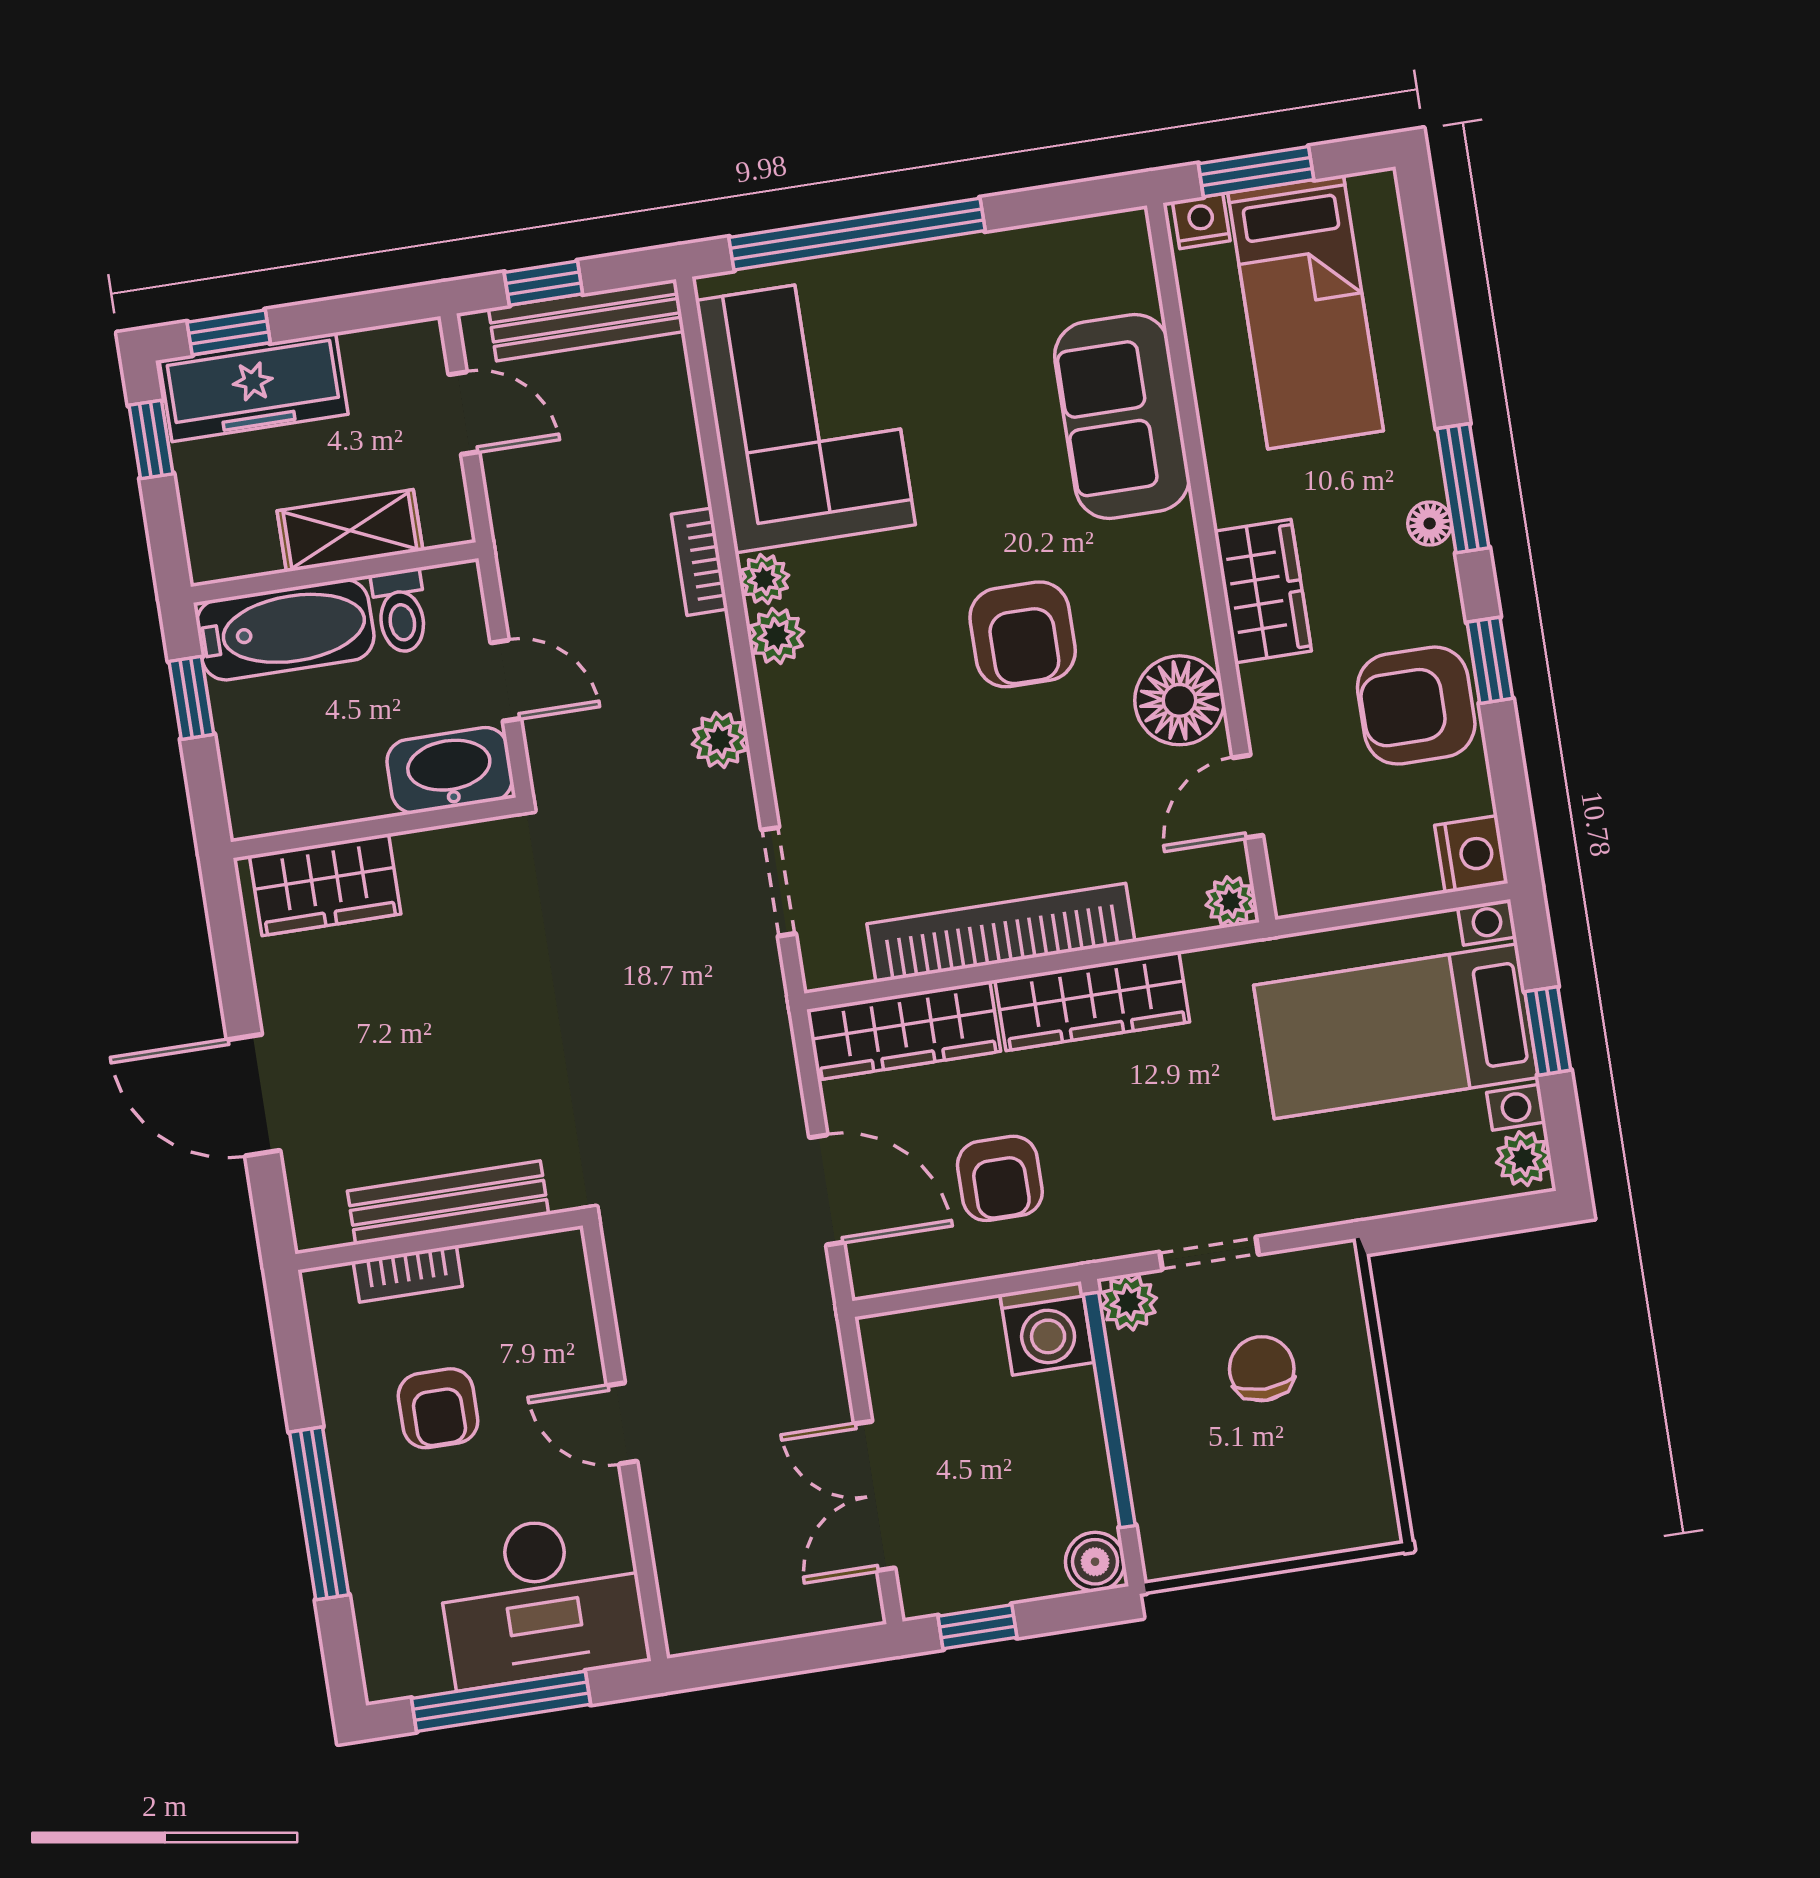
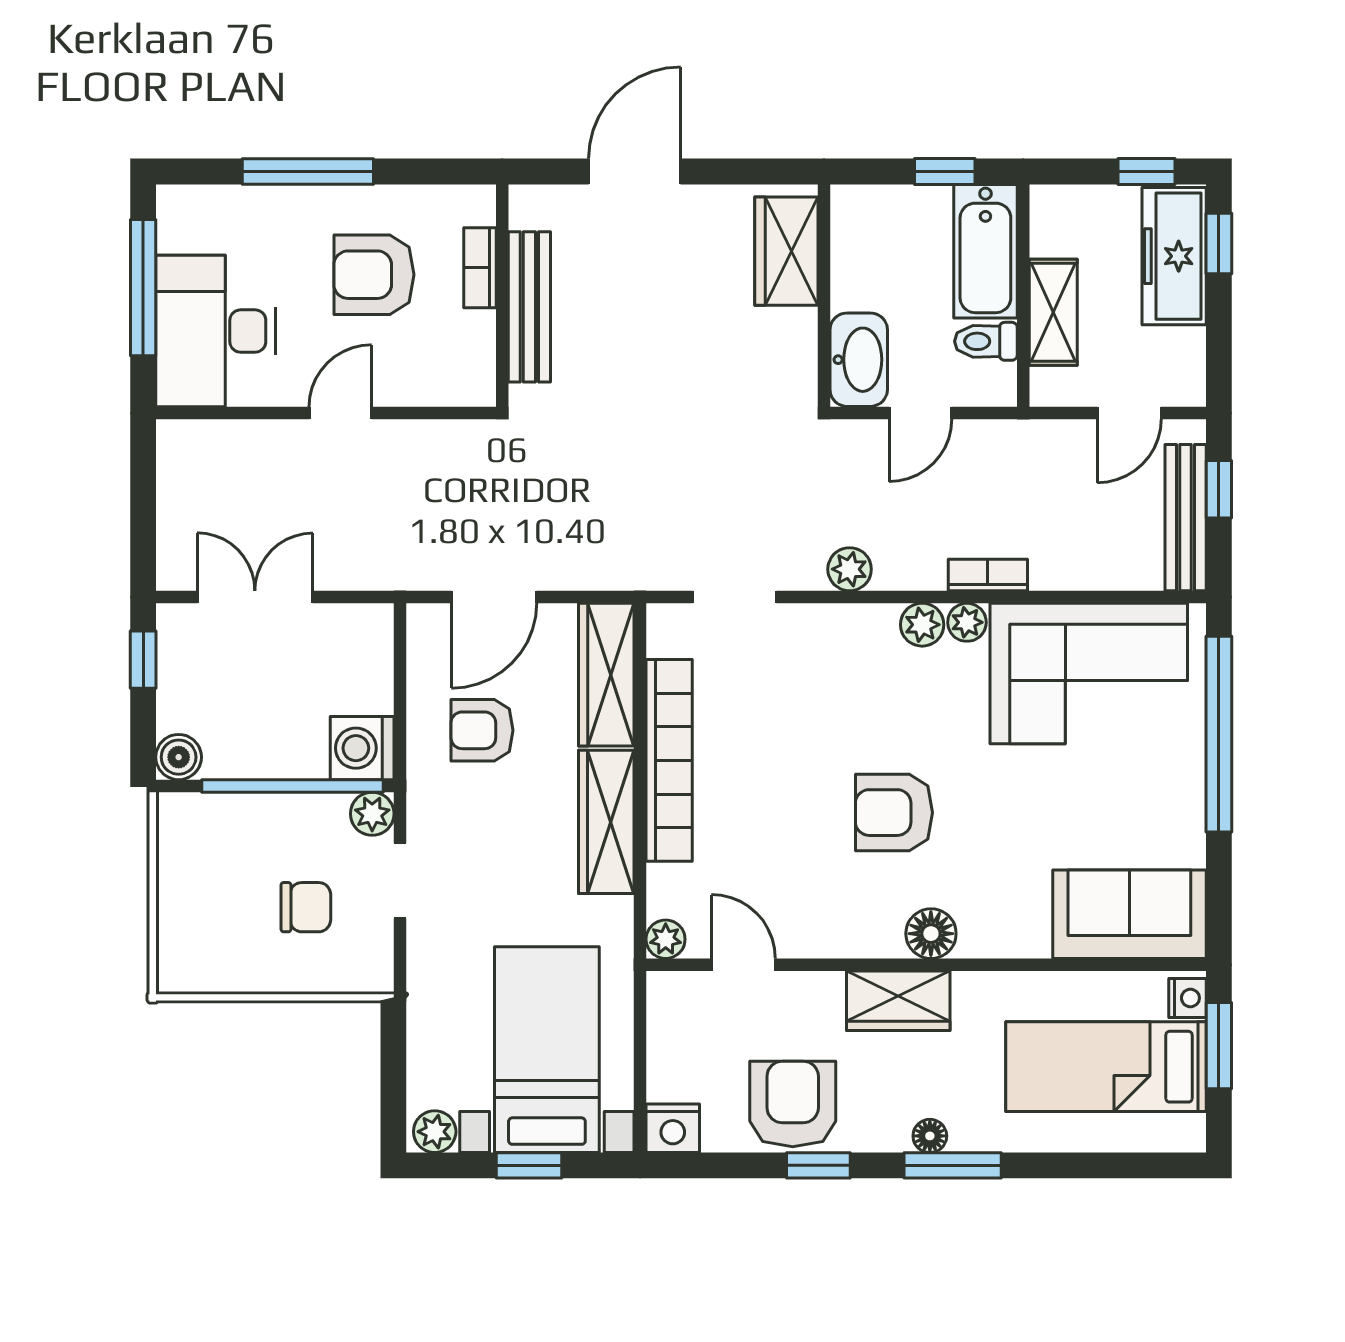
sofa: (1122, 416) -> (1129, 914), moved
floor lamp: (1179, 700) -> (931, 934), moved, width x0.73, depth x0.73
armchair: (438, 1408) -> (374, 275), width x1.38, depth x1.38

